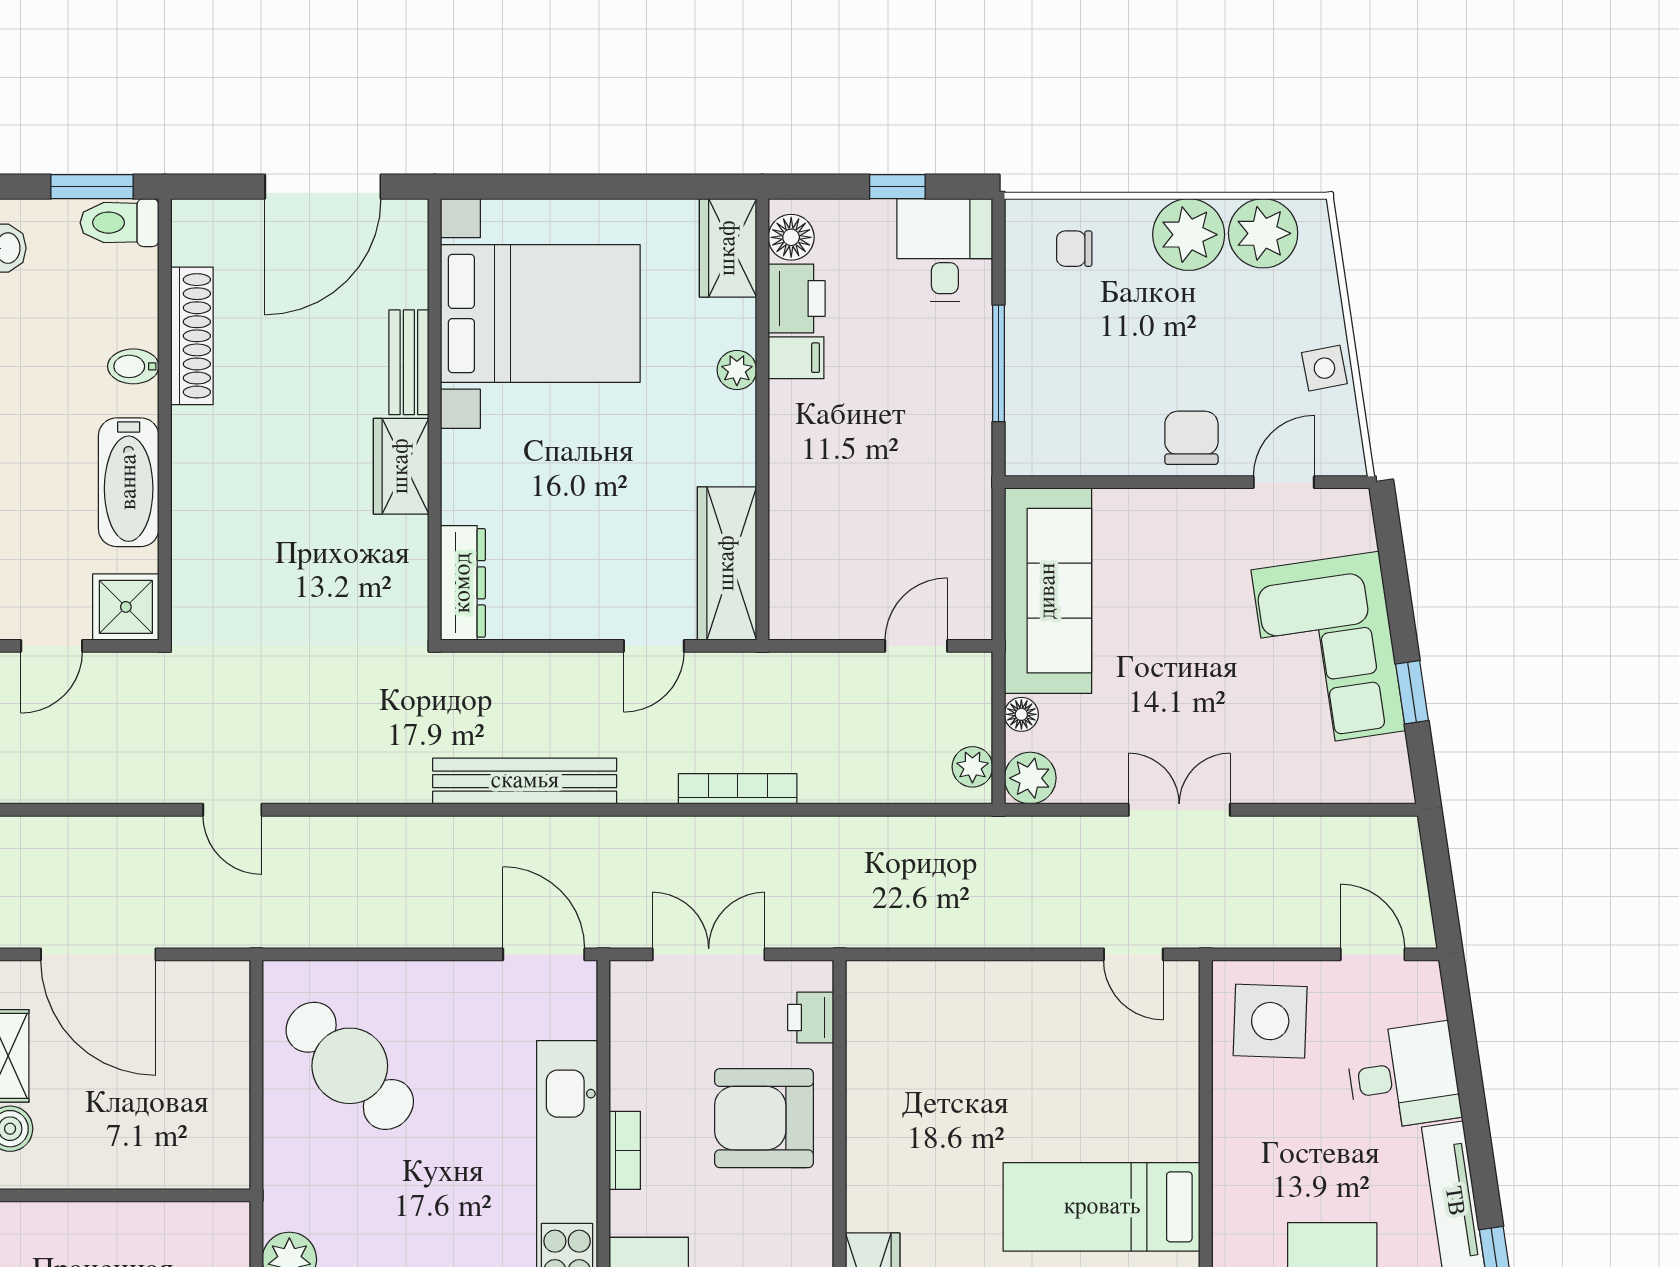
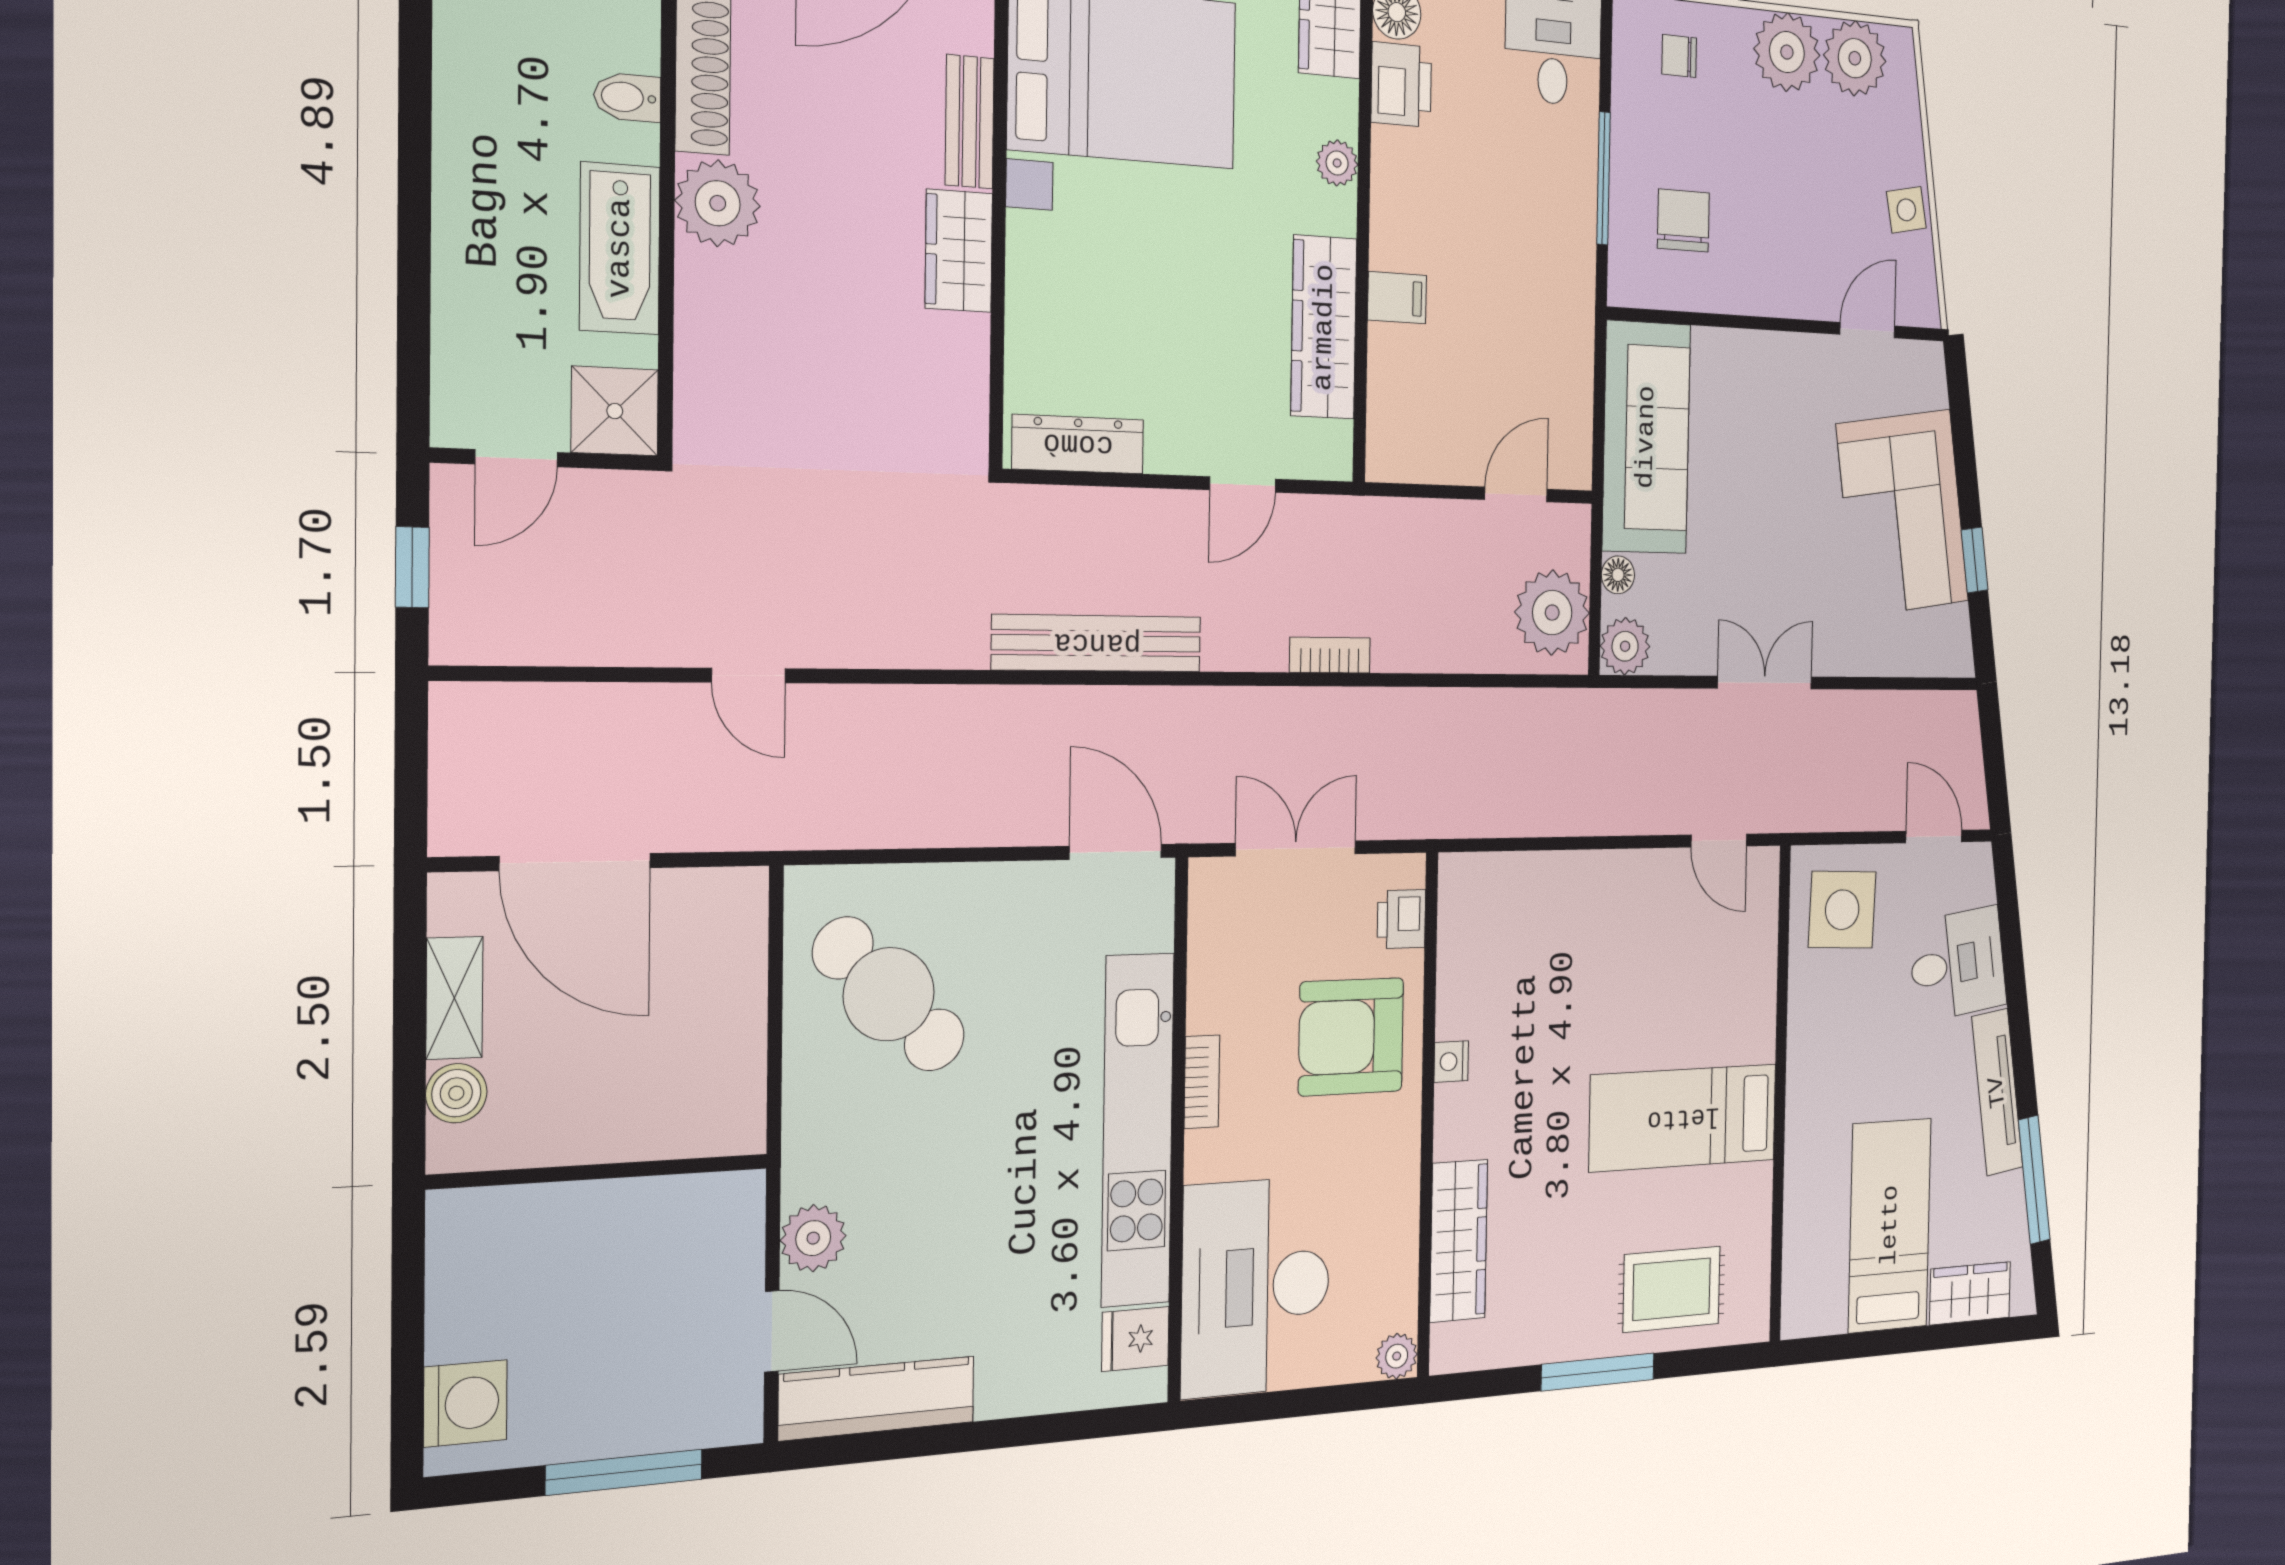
filing cabinet: (796, 358) -> (1397, 298), moved
chair: (1191, 438) -> (1683, 221), moved
plant: (204, 442) -> (718, 203), added
wardrobe: (727, 563) -> (1324, 327), moved
dresser: (463, 583) -> (1078, 444), moved, turned -90
plant: (972, 767) -> (1552, 613), width x1.88, depth x1.88
bookcase: (738, 789) -> (1330, 655), width x0.64
nightstand: (862, 1144) -> (1451, 1062), added

